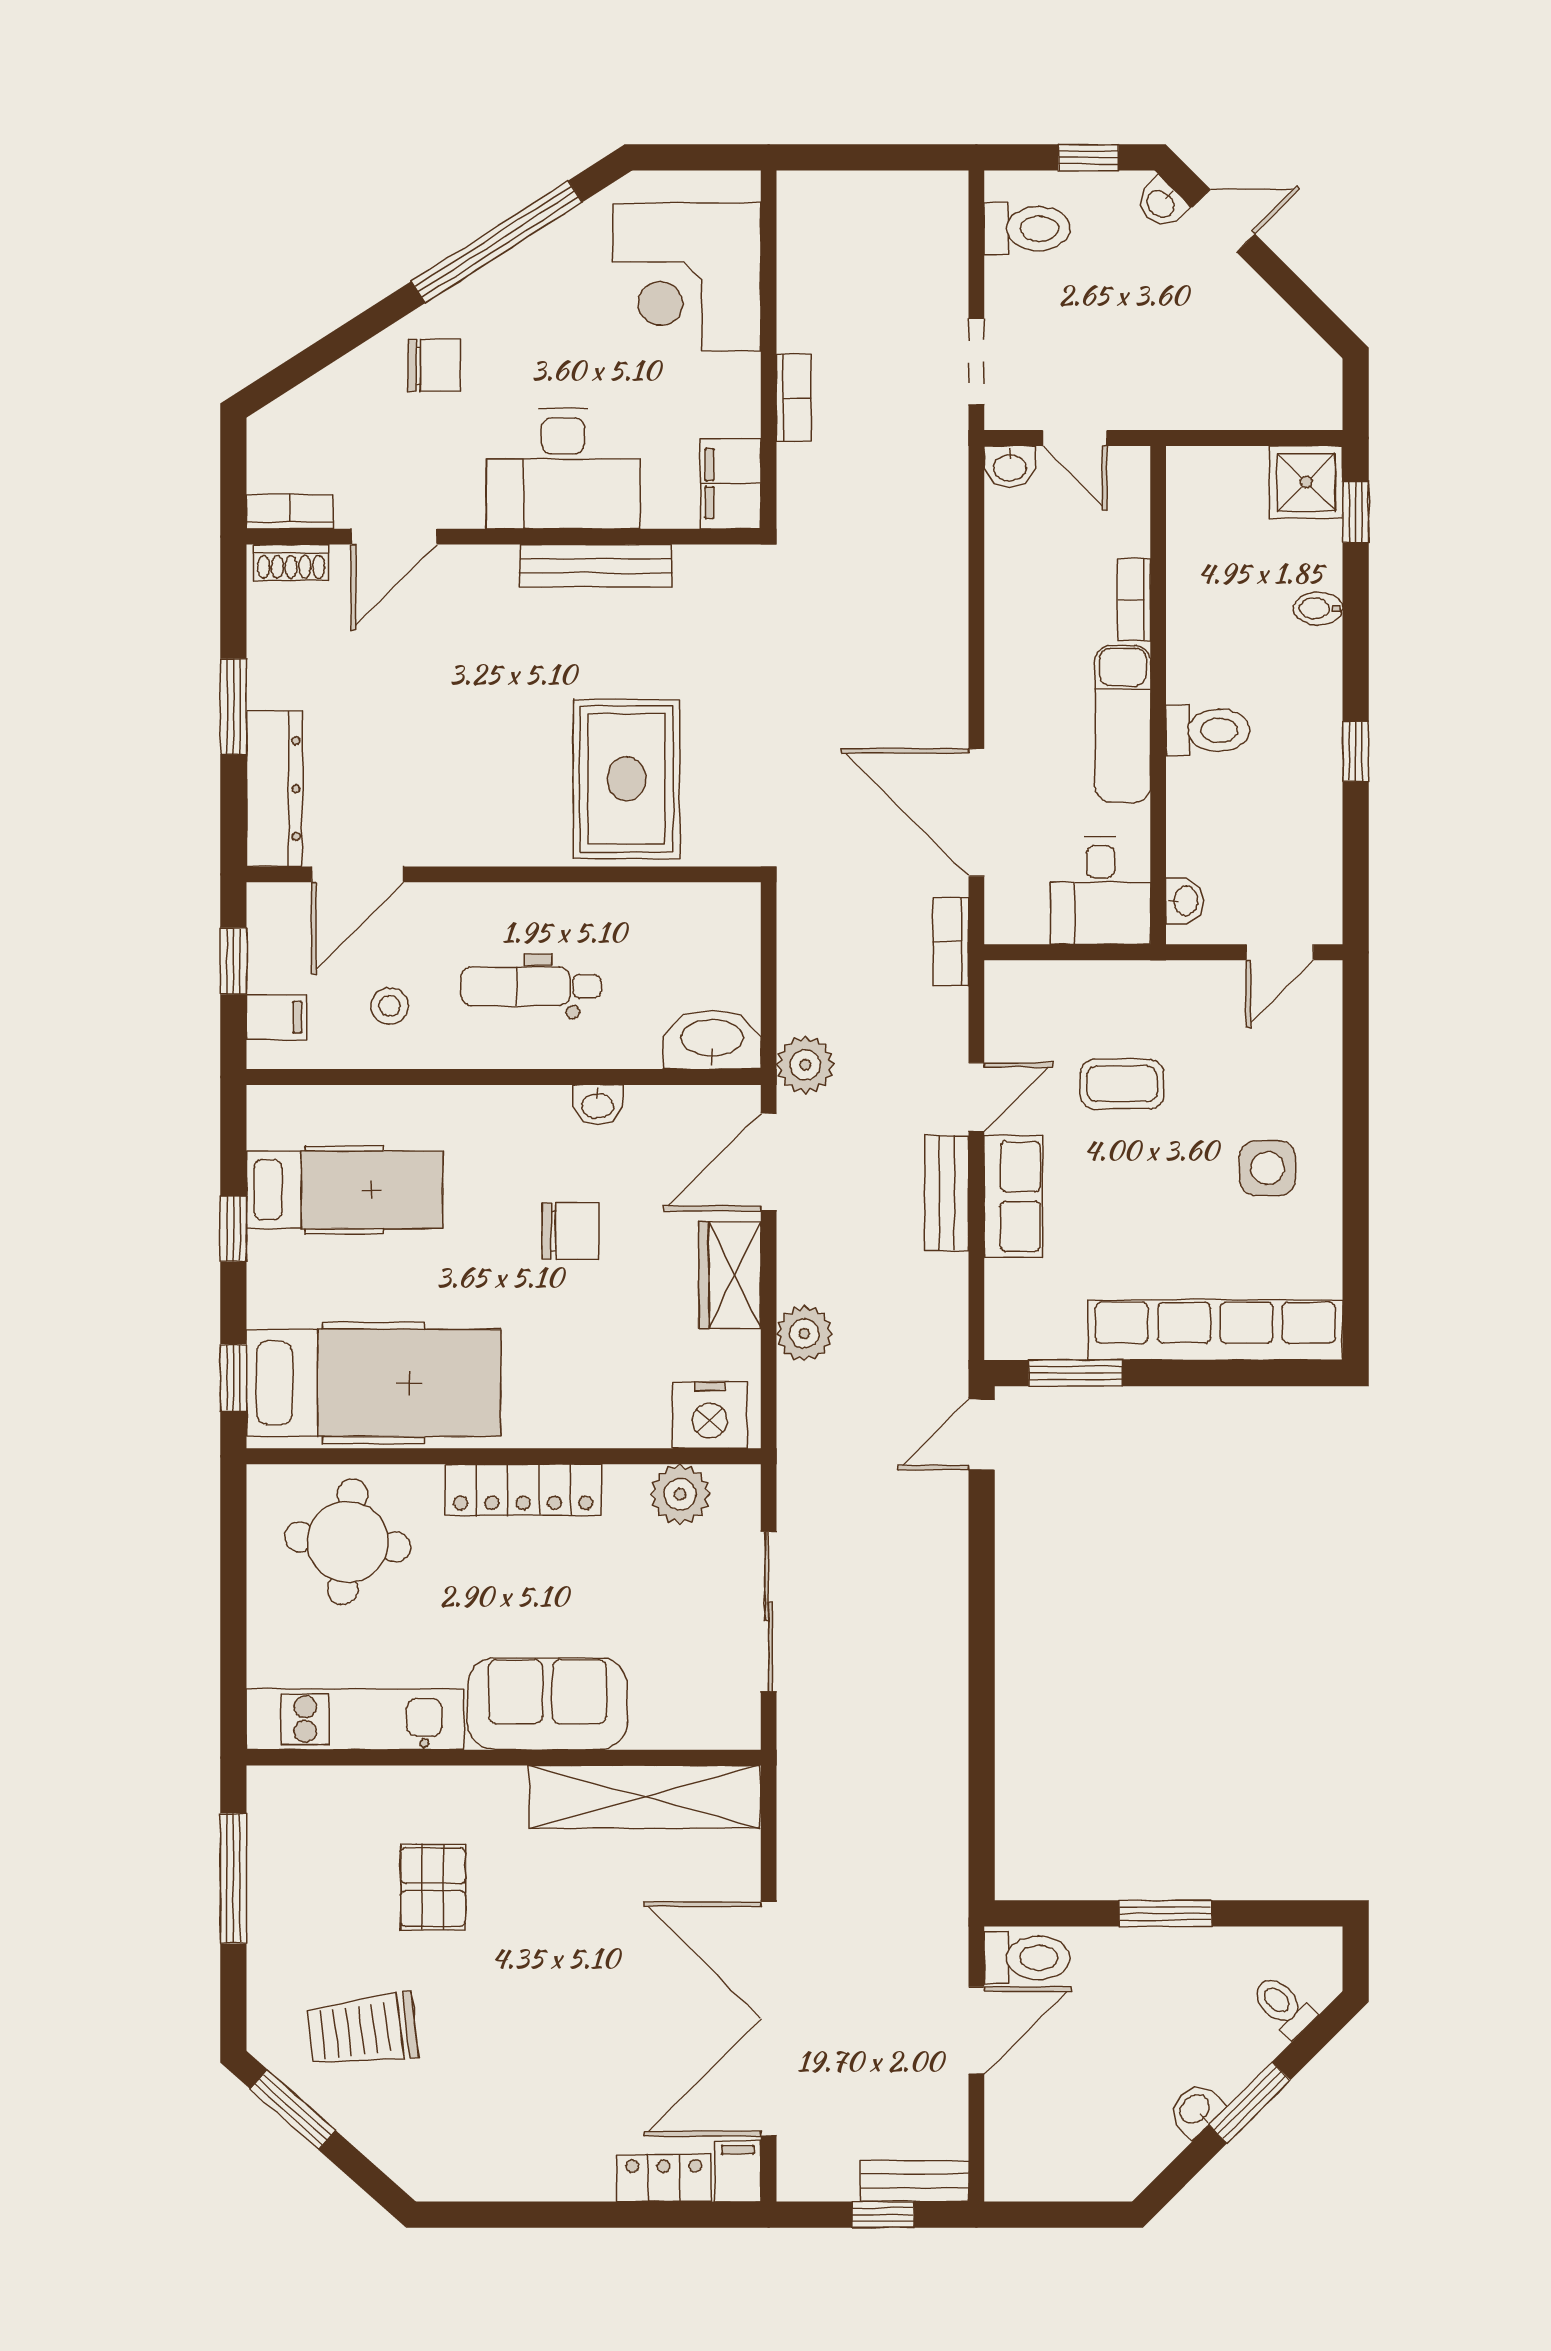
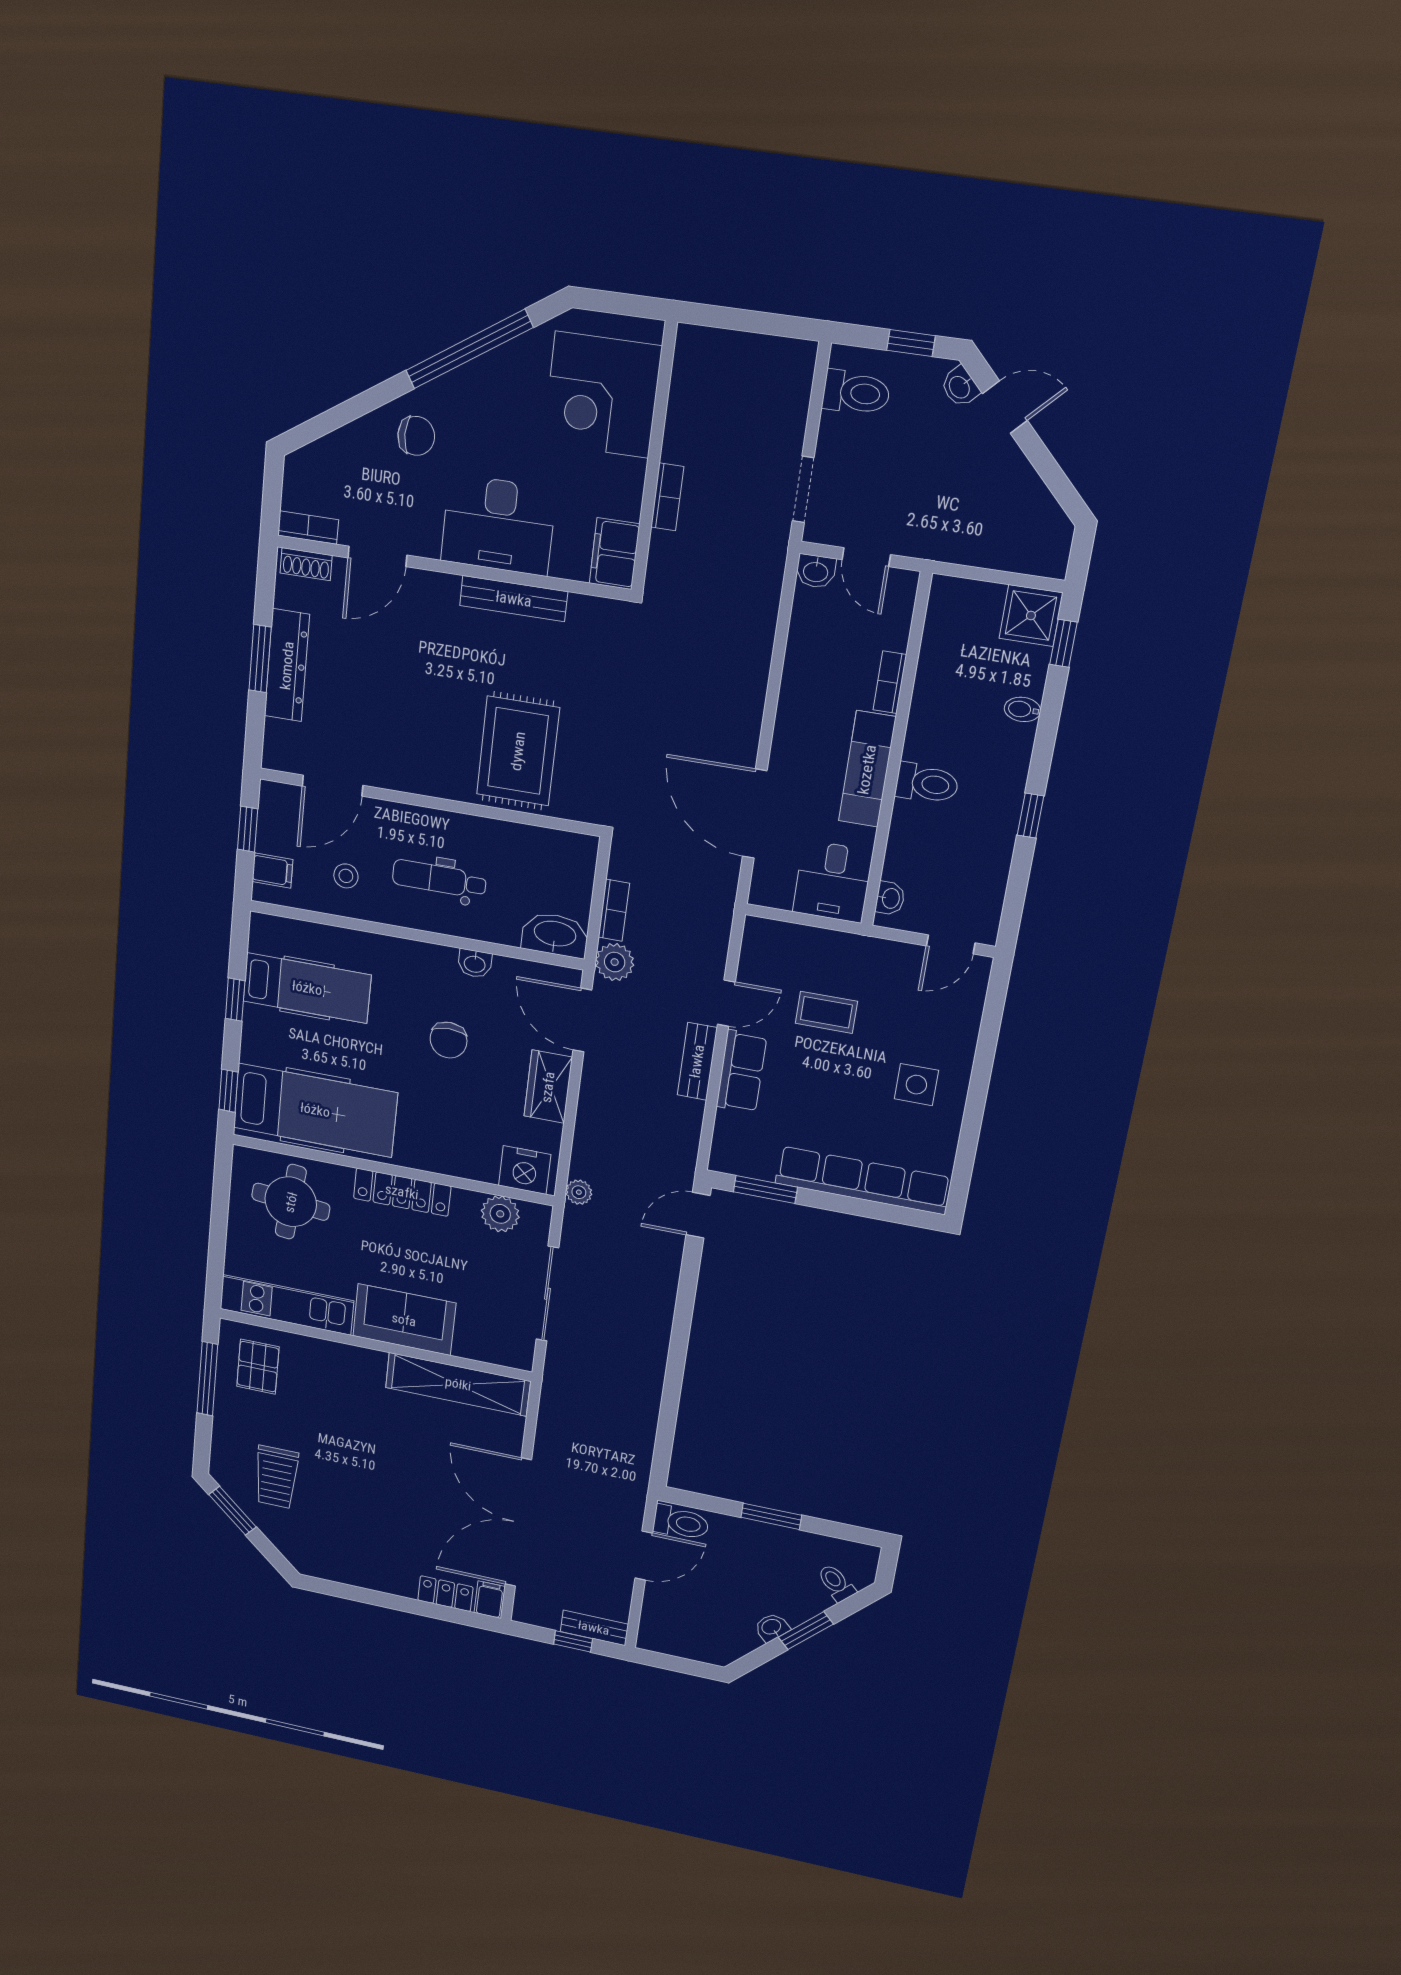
dresser: (274, 789) -> (287, 665), moved
bookcase: (951, 941) -> (614, 910), moved, turned 180
door: (769, 1162) -> (582, 1020), hinge flipped
chair: (570, 1231) -> (449, 1040), turned 90
plant: (804, 1333) -> (579, 1192), moved, width x0.73, depth x0.73
pallet: (433, 1887) -> (258, 1367), moved
trolley: (362, 2030) -> (276, 1477), turned -83

